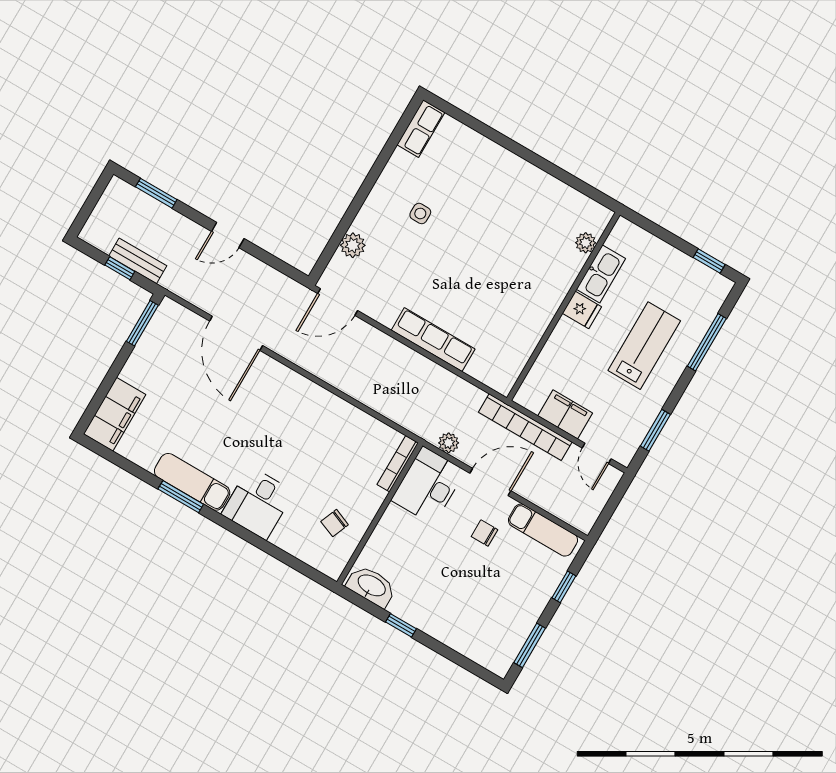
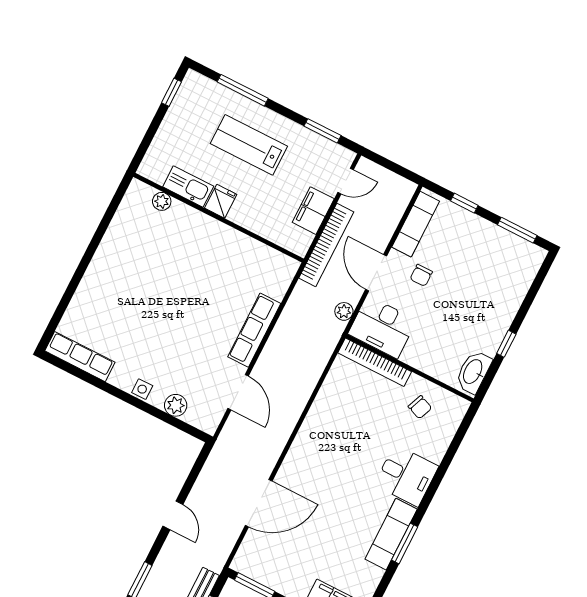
row of seats: (421, 129) -> (80, 357), width x1.48
side table: (420, 213) -> (142, 389), moved
door: (338, 302) -> (238, 392), moved
bookcase: (398, 464) -> (375, 362), width x1.48, depth x1.31

